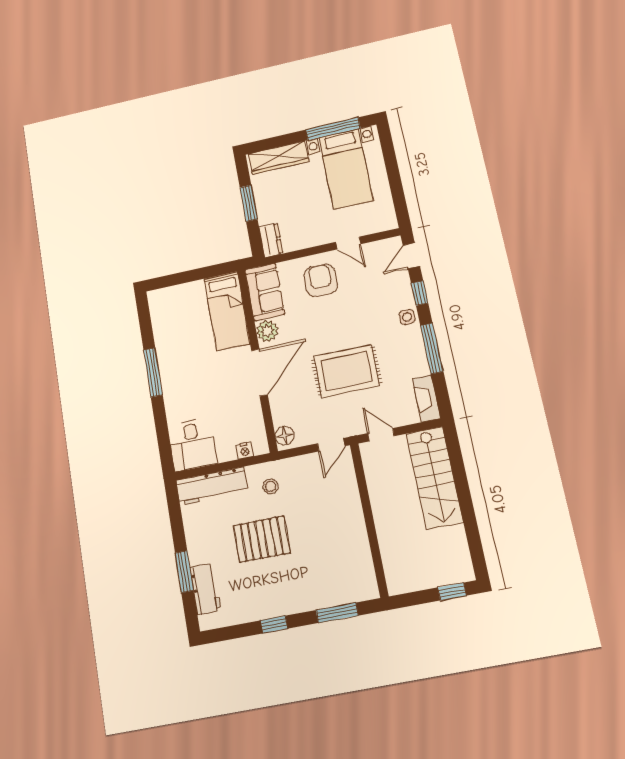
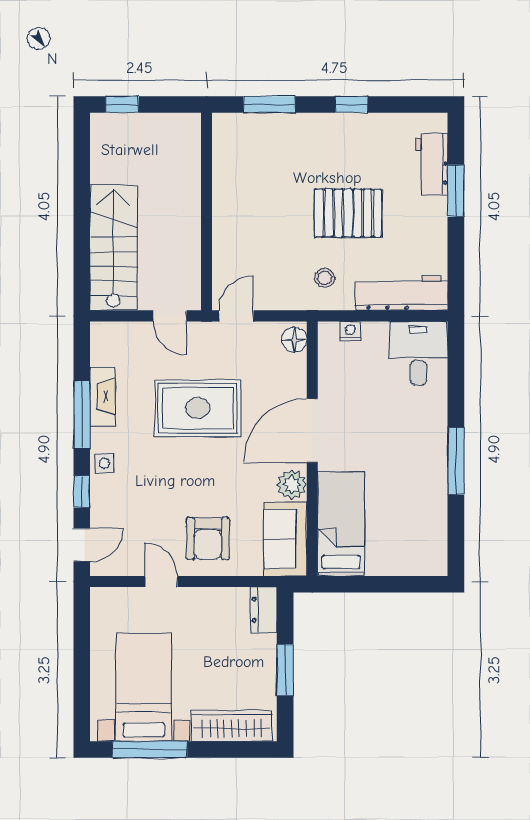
fireplace: (426, 398) -> (103, 396), moved

